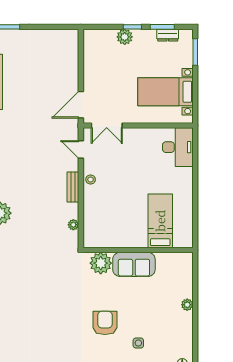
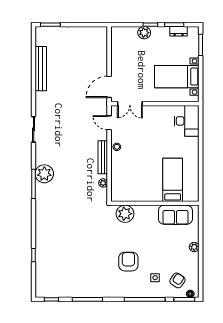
bench: (73, 187) -> (103, 157), width x1.36
sofa: (134, 264) -> (175, 215), moved
armchair: (166, 346) -> (177, 280), added

